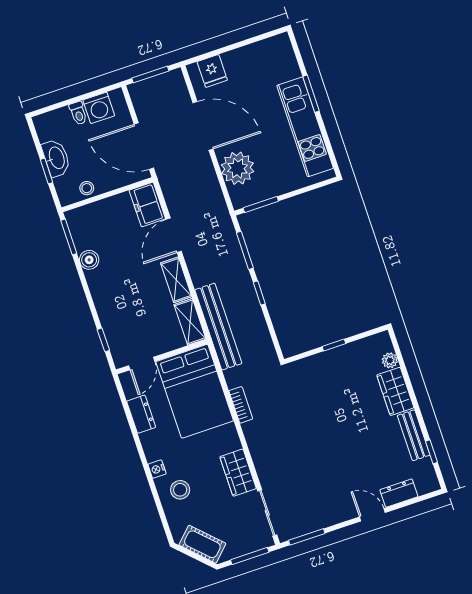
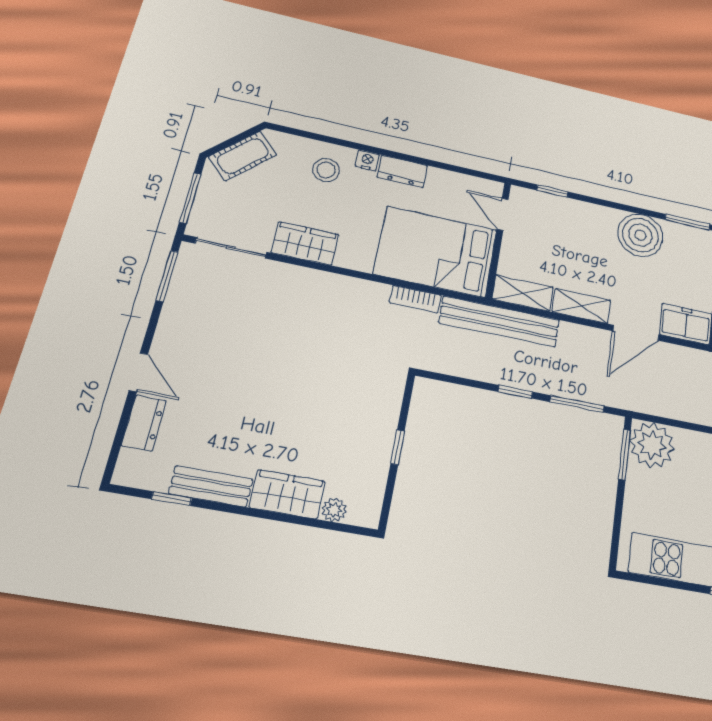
plant: (238, 168) -> (652, 445), moved
door: (174, 235) -> (636, 333), swing flipped
boiler: (89, 260) -> (640, 235), width x1.86, depth x1.86
bookcase: (241, 405) -> (415, 299), moved
dresser: (141, 414) -> (402, 171), moved
door: (372, 515) -> (138, 372), hinge flipped

